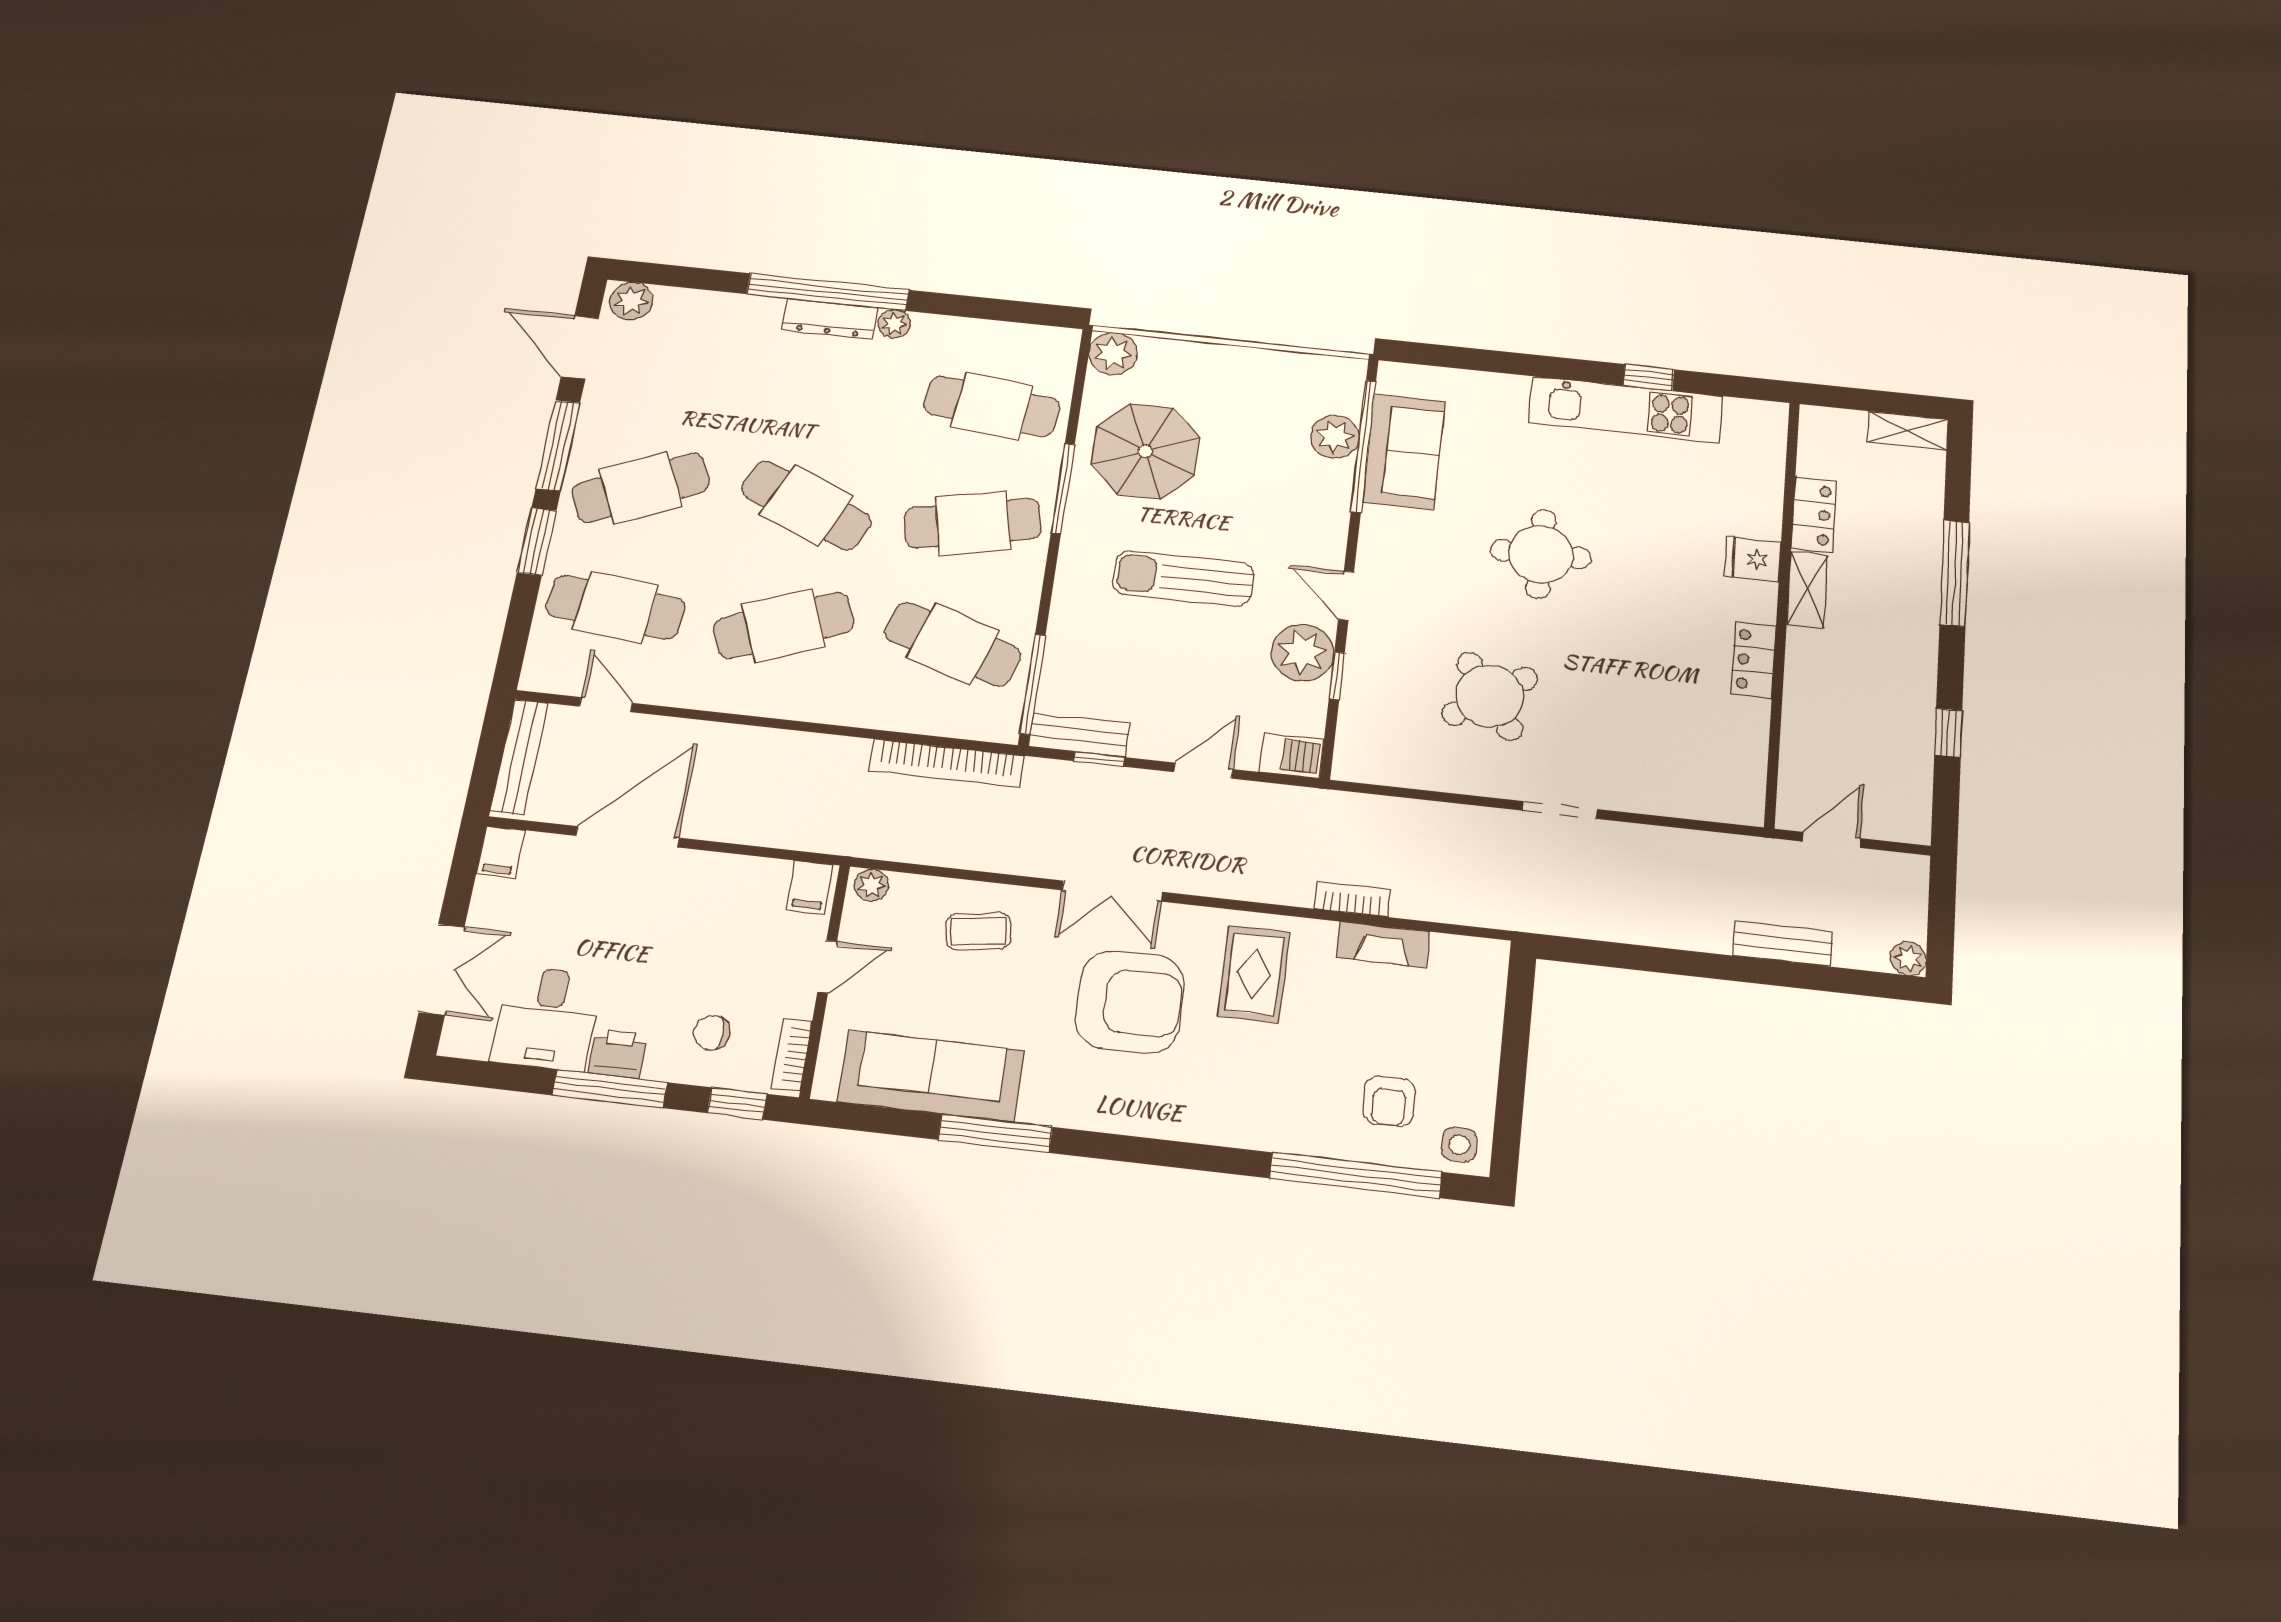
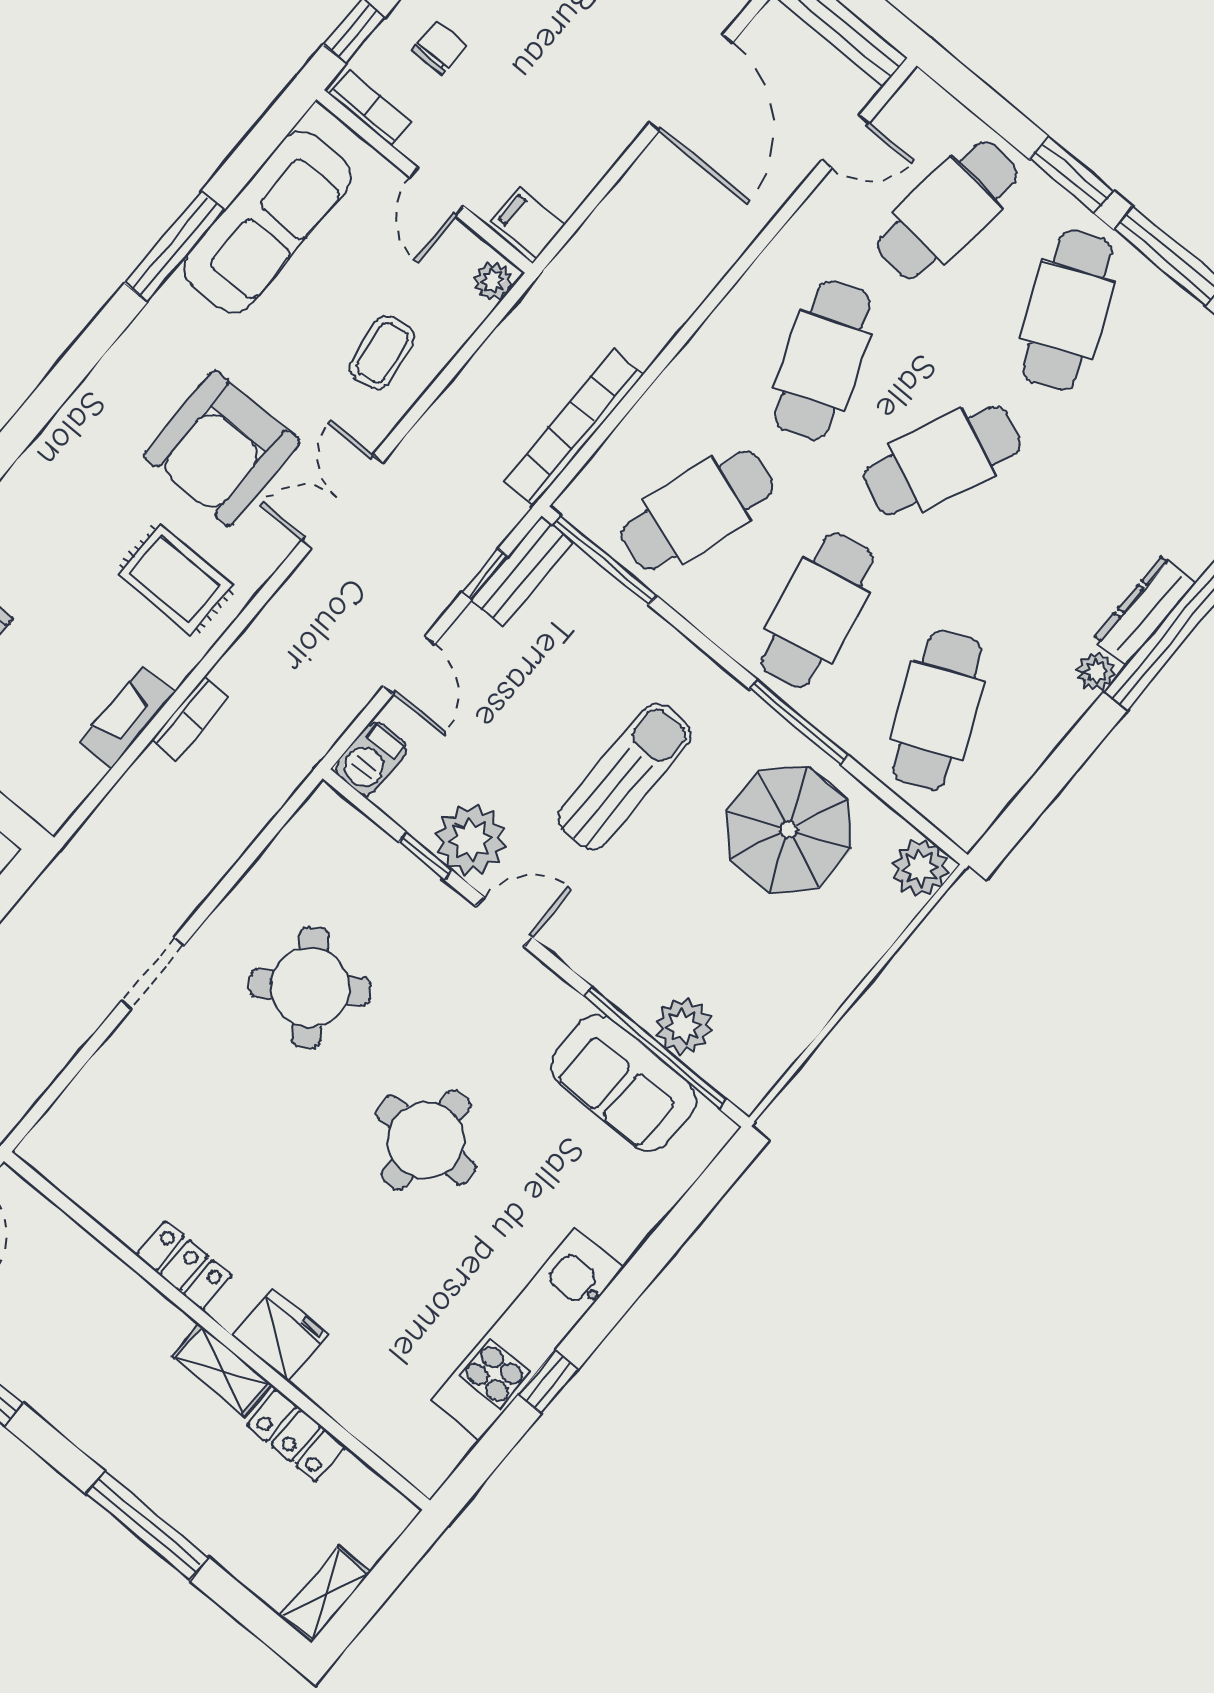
cafe table: (992, 406) -> (937, 710), turned -30
fridge: (1753, 559) -> (280, 1335), width x1.38

